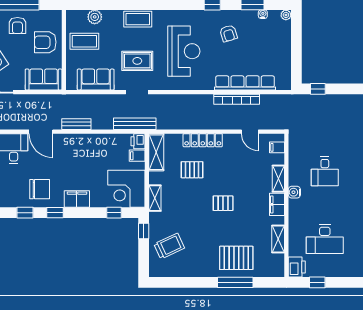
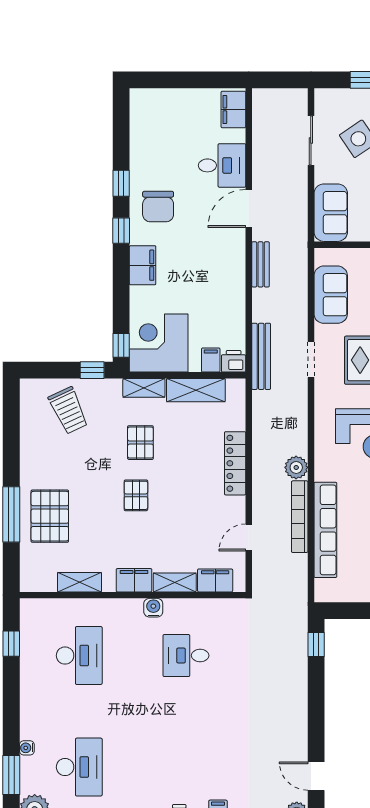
plant: (205, 101) -> (296, 467), added
filing cabinet: (277, 147) -> (215, 580), width x2.00
shelving: (156, 152) -> (196, 390), moved
pallet: (192, 170) -> (140, 443), moved
window: (114, 213) -> (121, 345), moved
desk: (325, 239) -> (79, 656), turned 180
printer: (297, 267) -> (36, 611), removed

